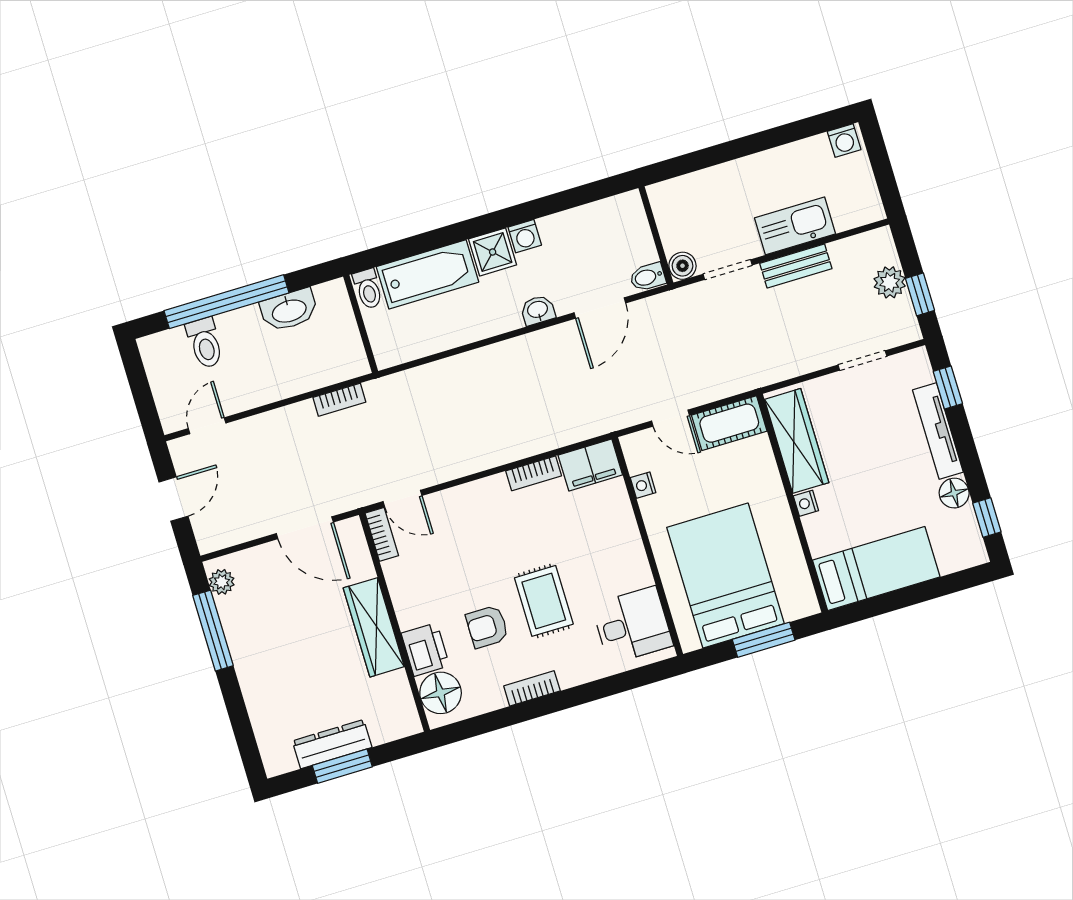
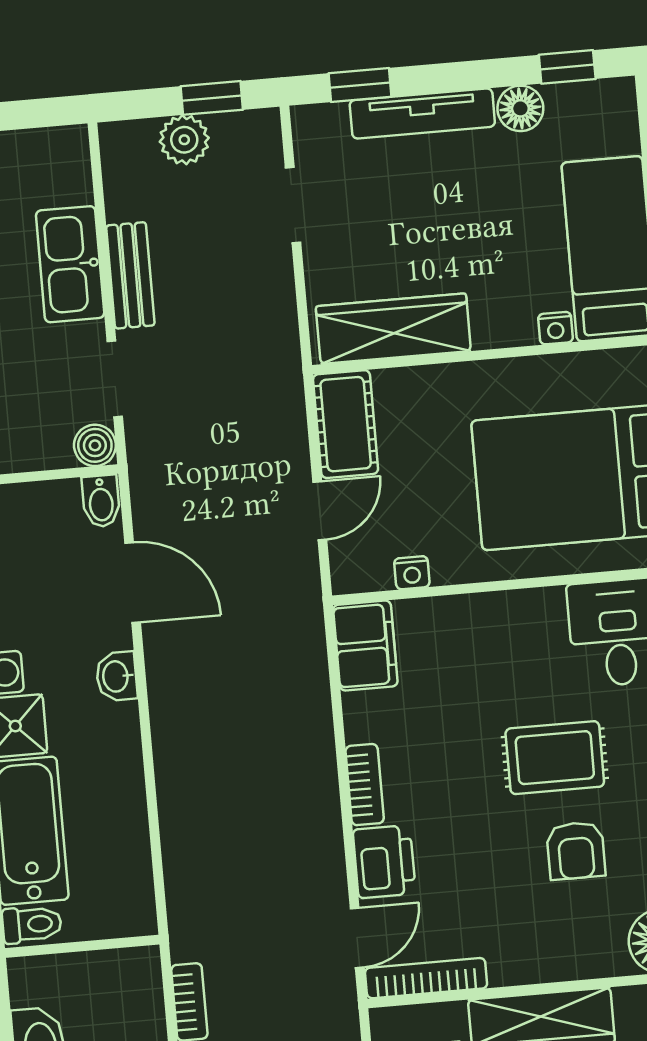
bookcase: (534, 473) -> (365, 785), moved
nightstand: (806, 503) -> (556, 328), moved
bookcase: (382, 534) -> (426, 978), width x1.56
printer: (425, 649) -> (384, 862), moved, turned 90

